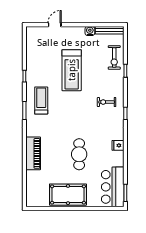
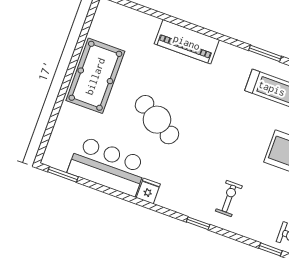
cafe table: (79, 154) -> (157, 120), turned 31
bar counter: (113, 187) -> (108, 166), moved

